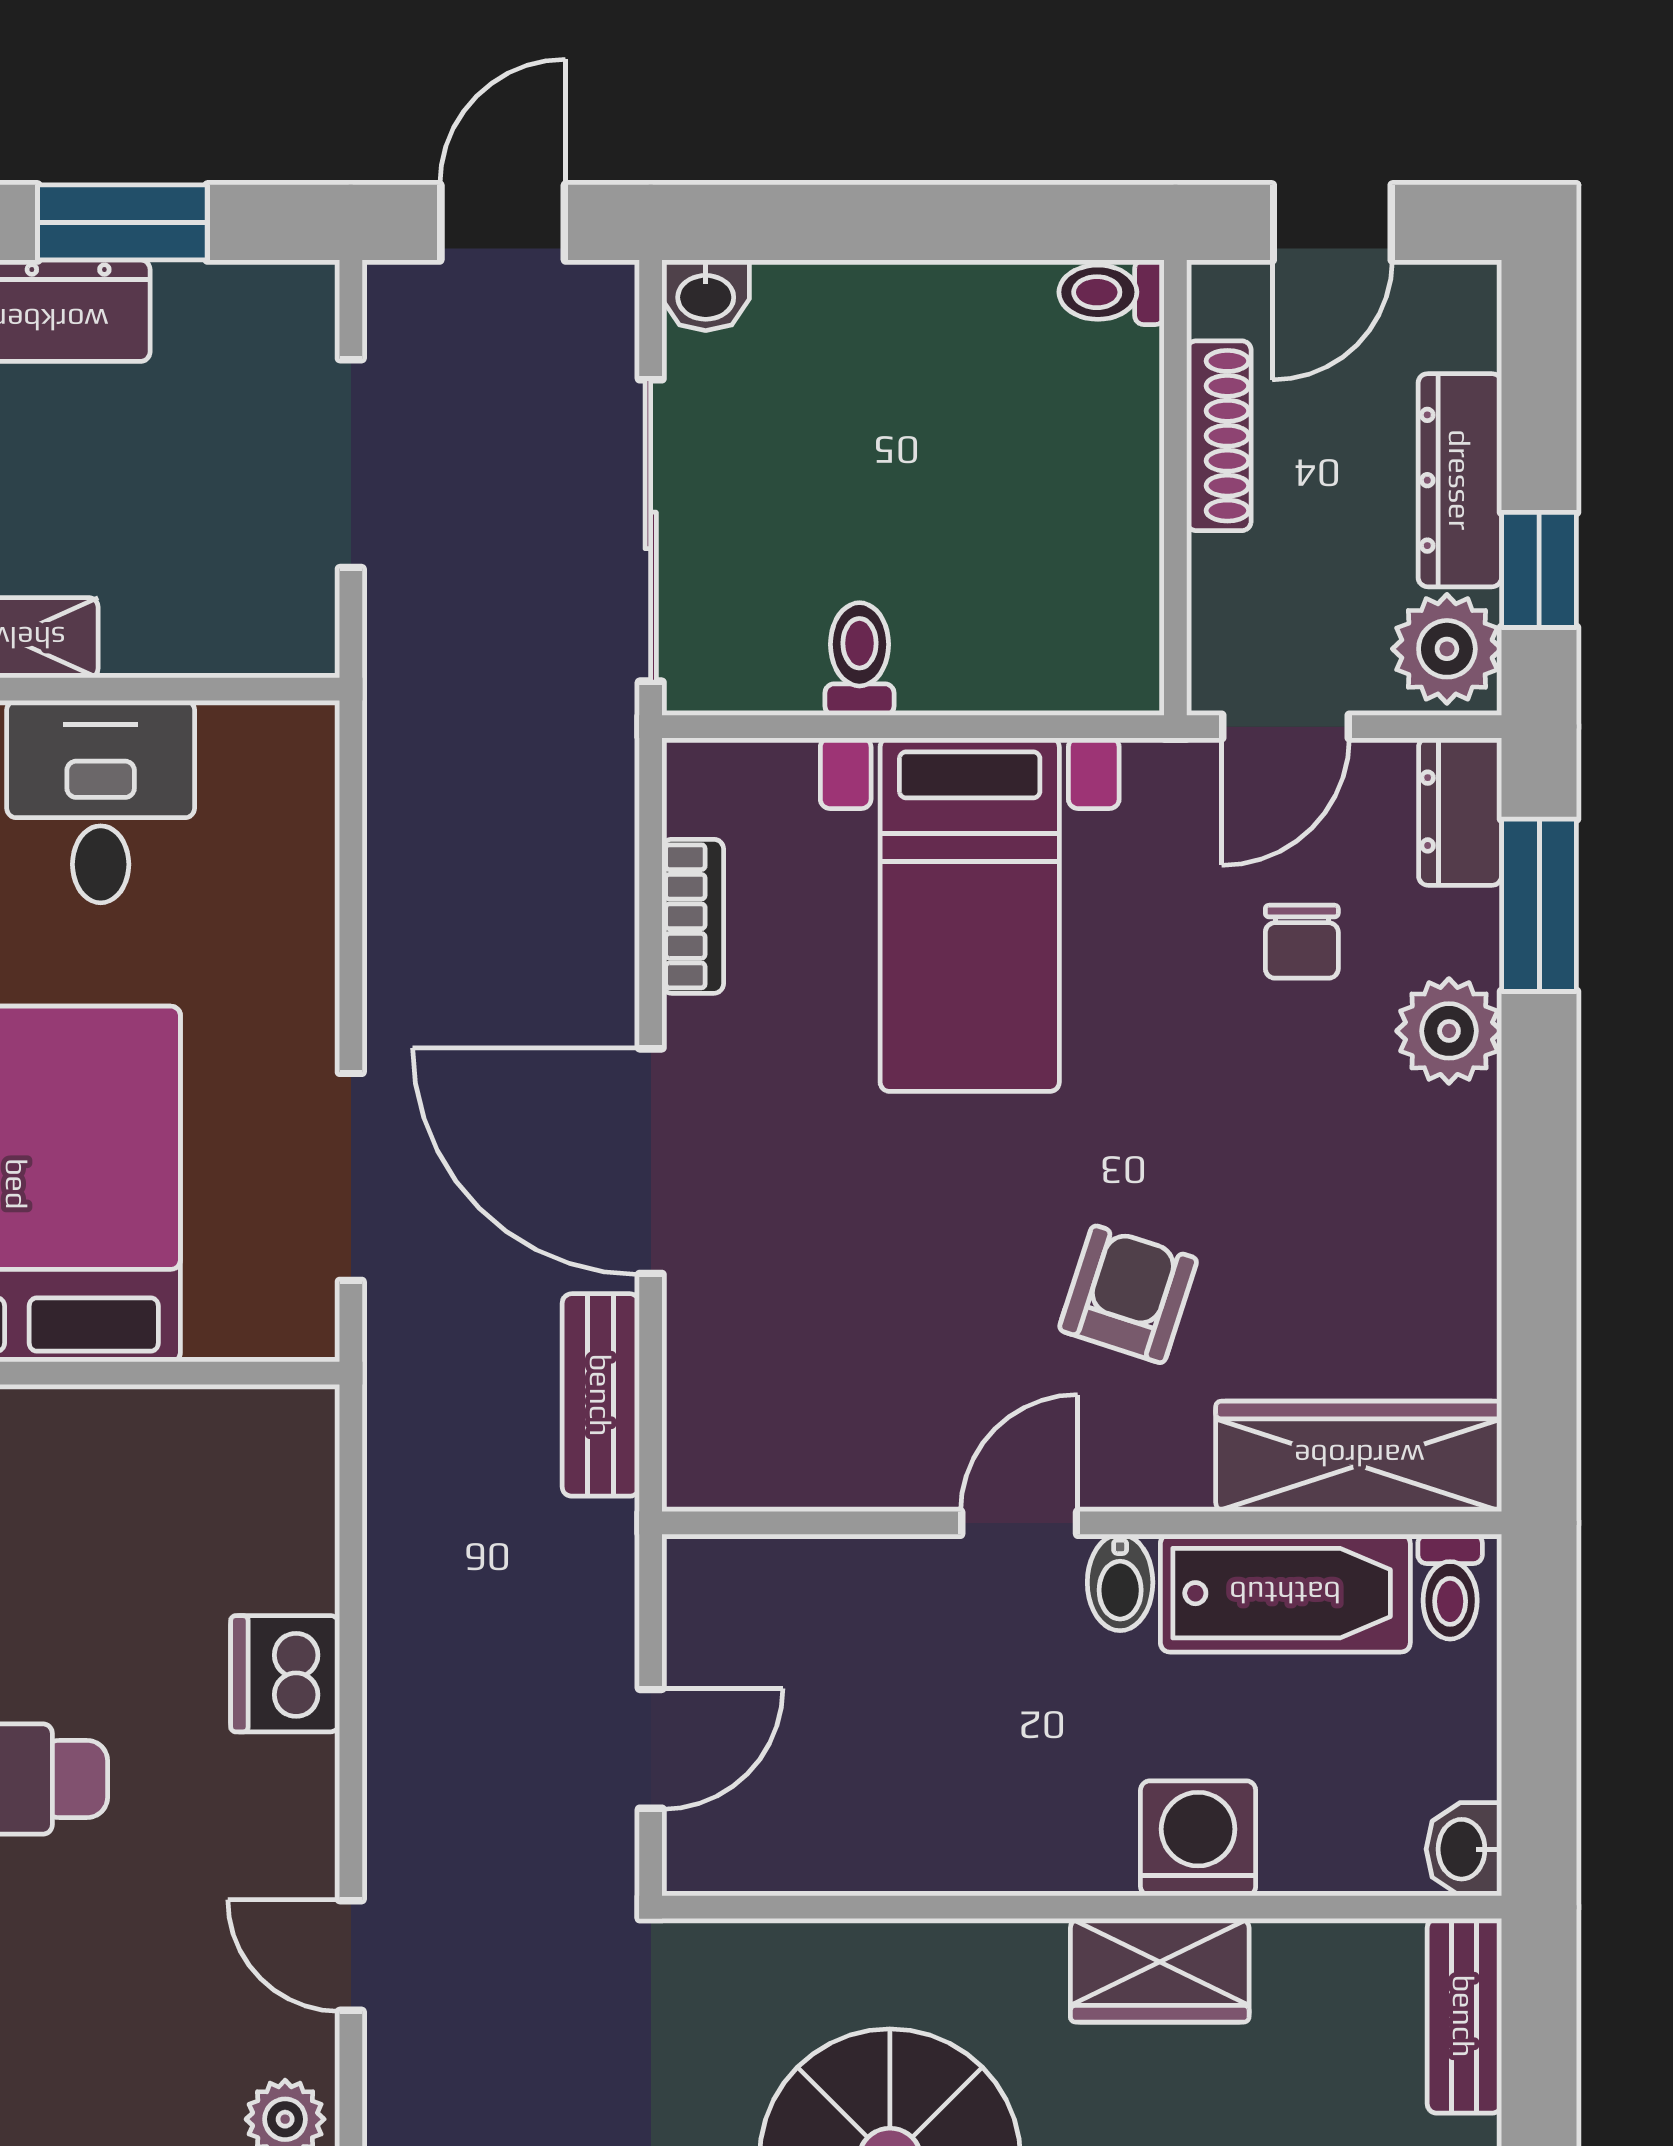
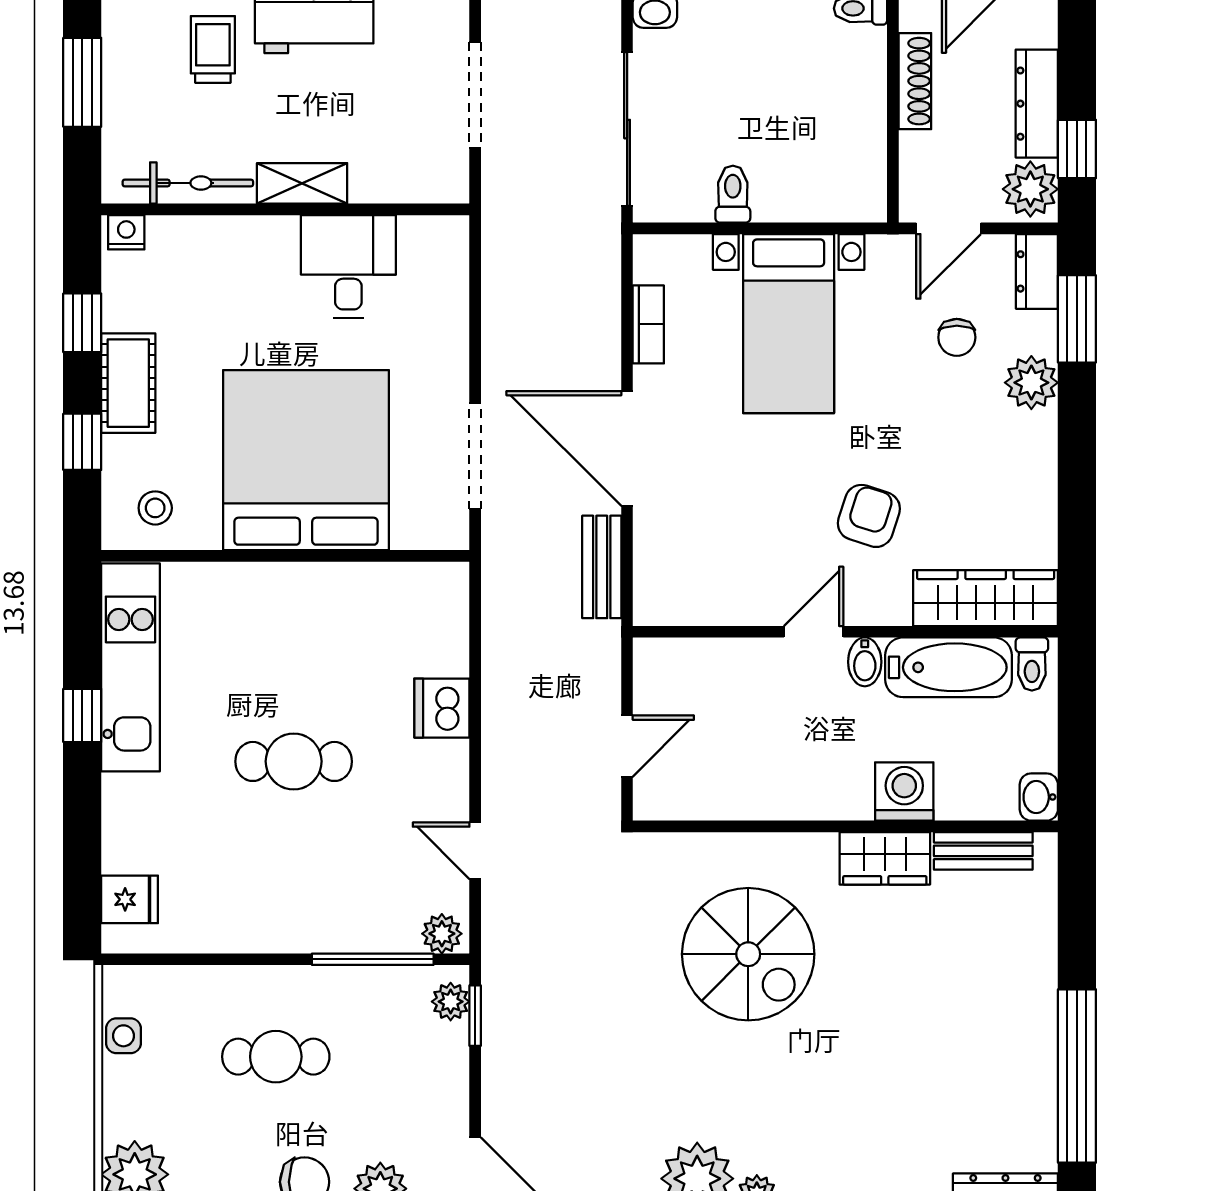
bench: (1464, 2016) -> (983, 851), moved, turned 90

